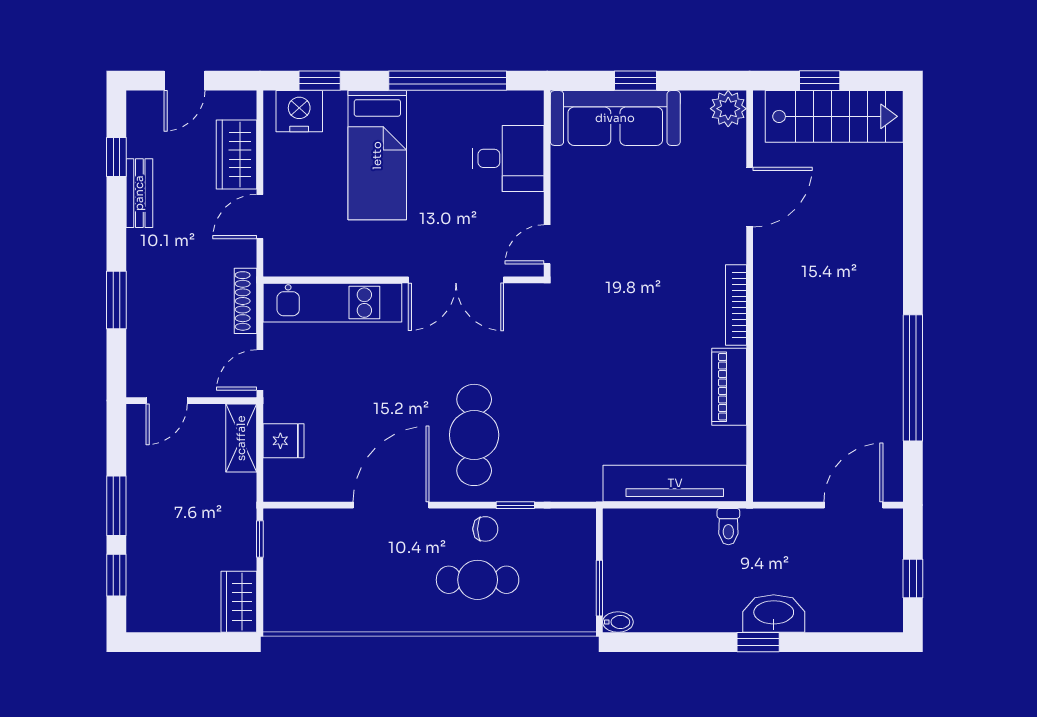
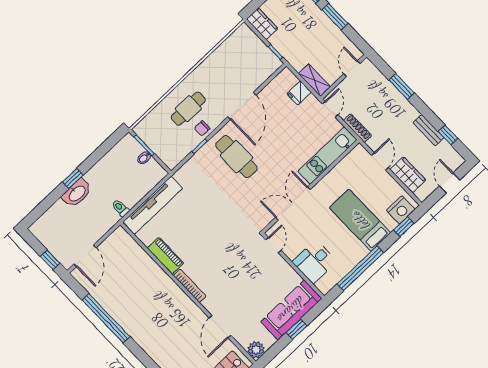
window: (913, 578) -> (50, 260), moved
bidet: (618, 622) -> (144, 158), moved

